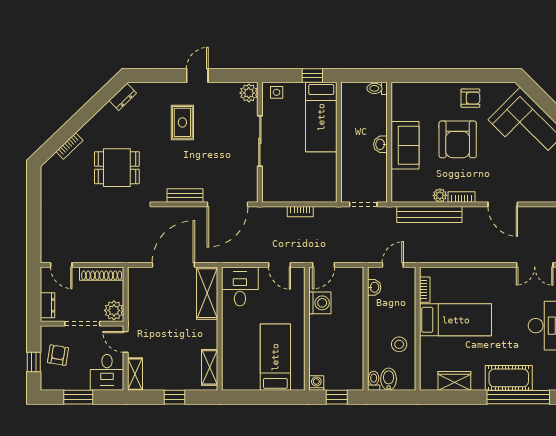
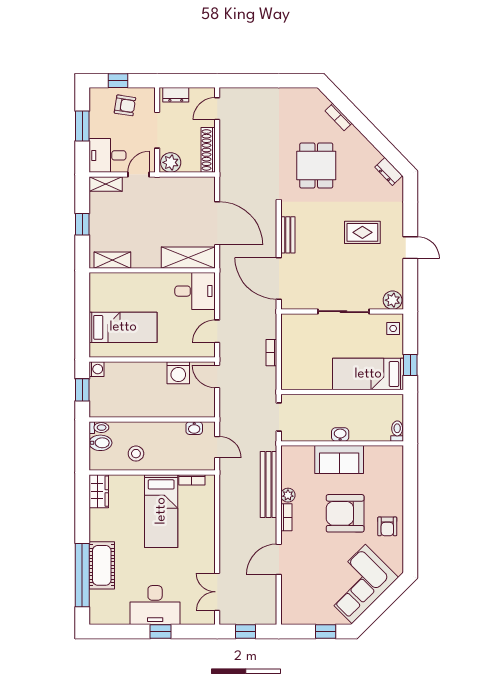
wardrobe: (454, 381) -> (99, 491), moved

